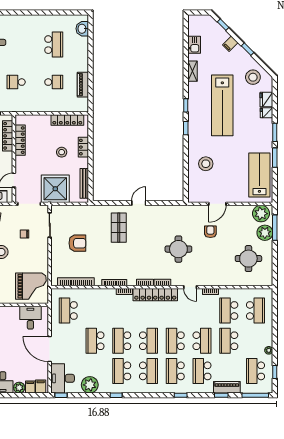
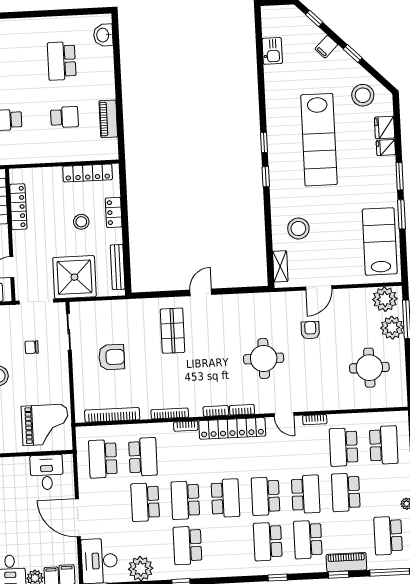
school desk: (54, 45) -> (62, 61), turned 180
shelving: (192, 71) -> (280, 266), moved
school desk: (148, 371) -> (143, 457), moved

